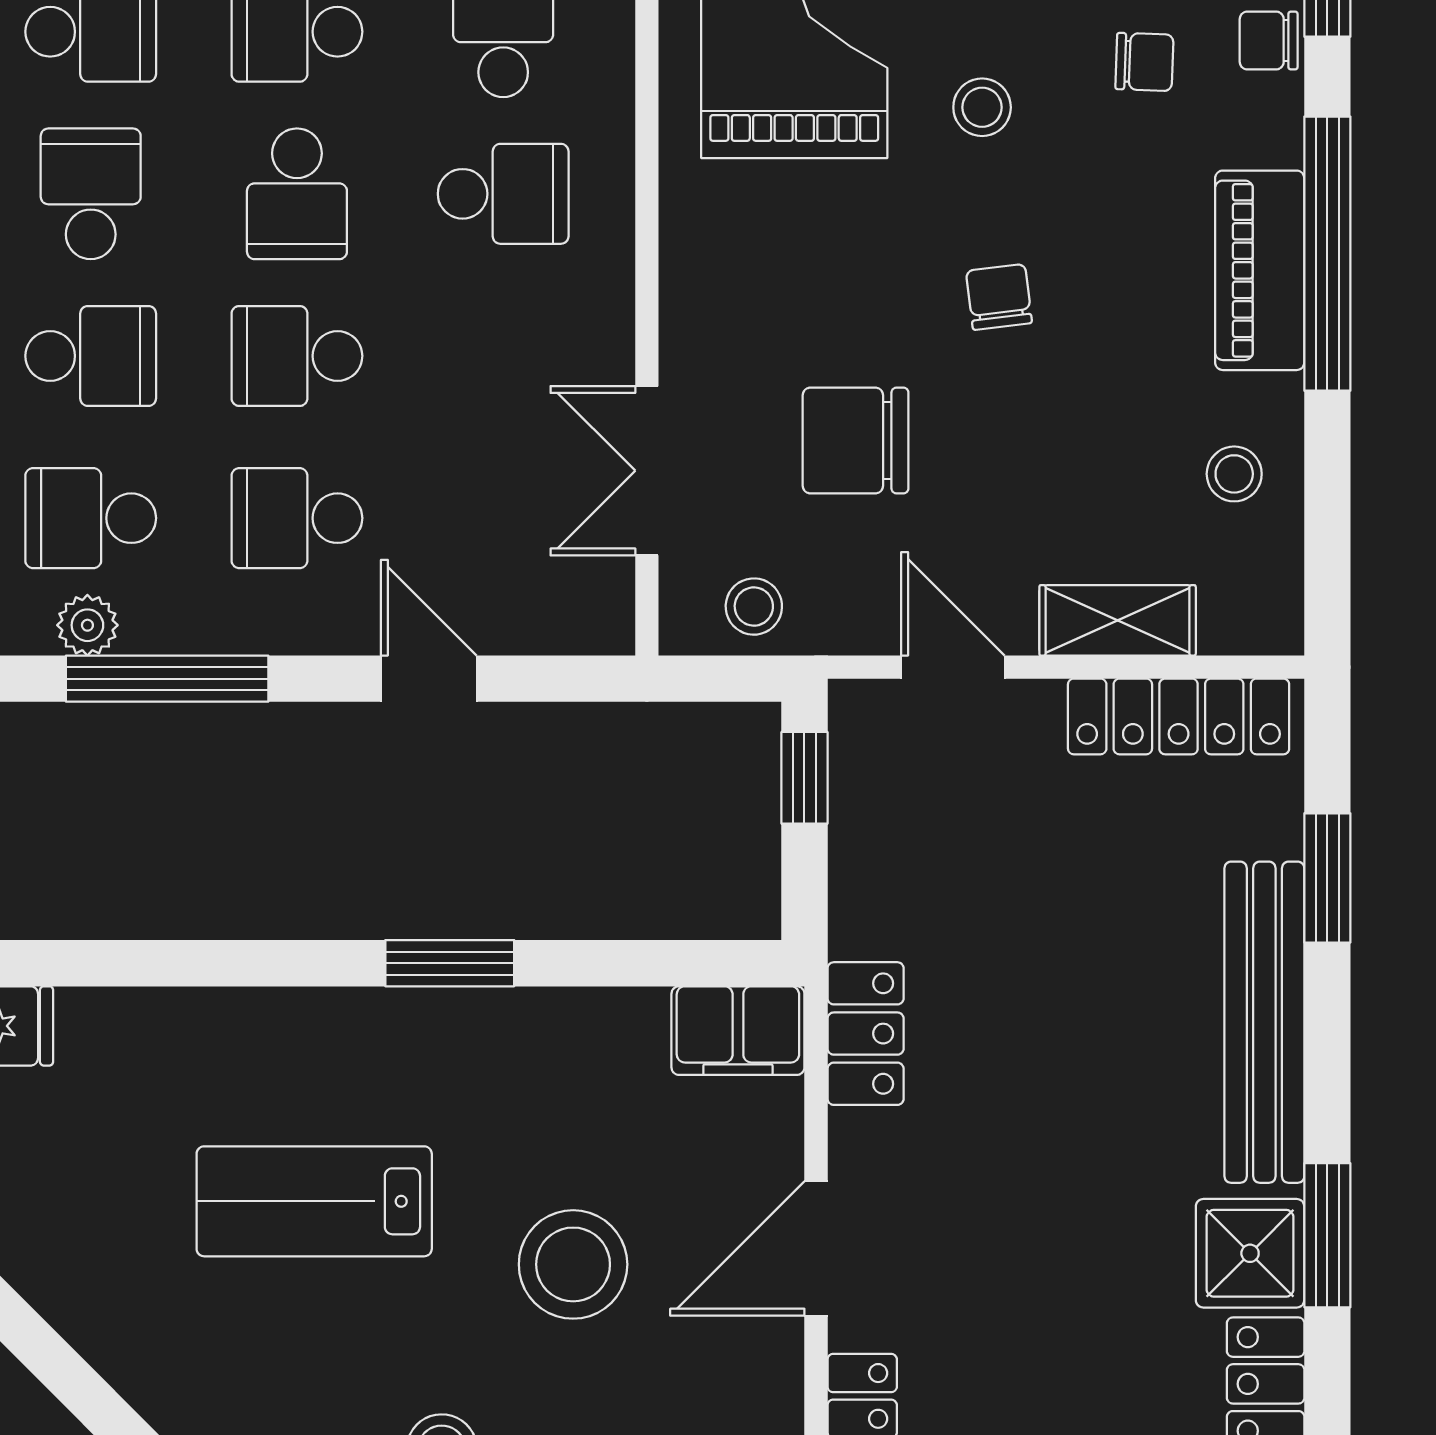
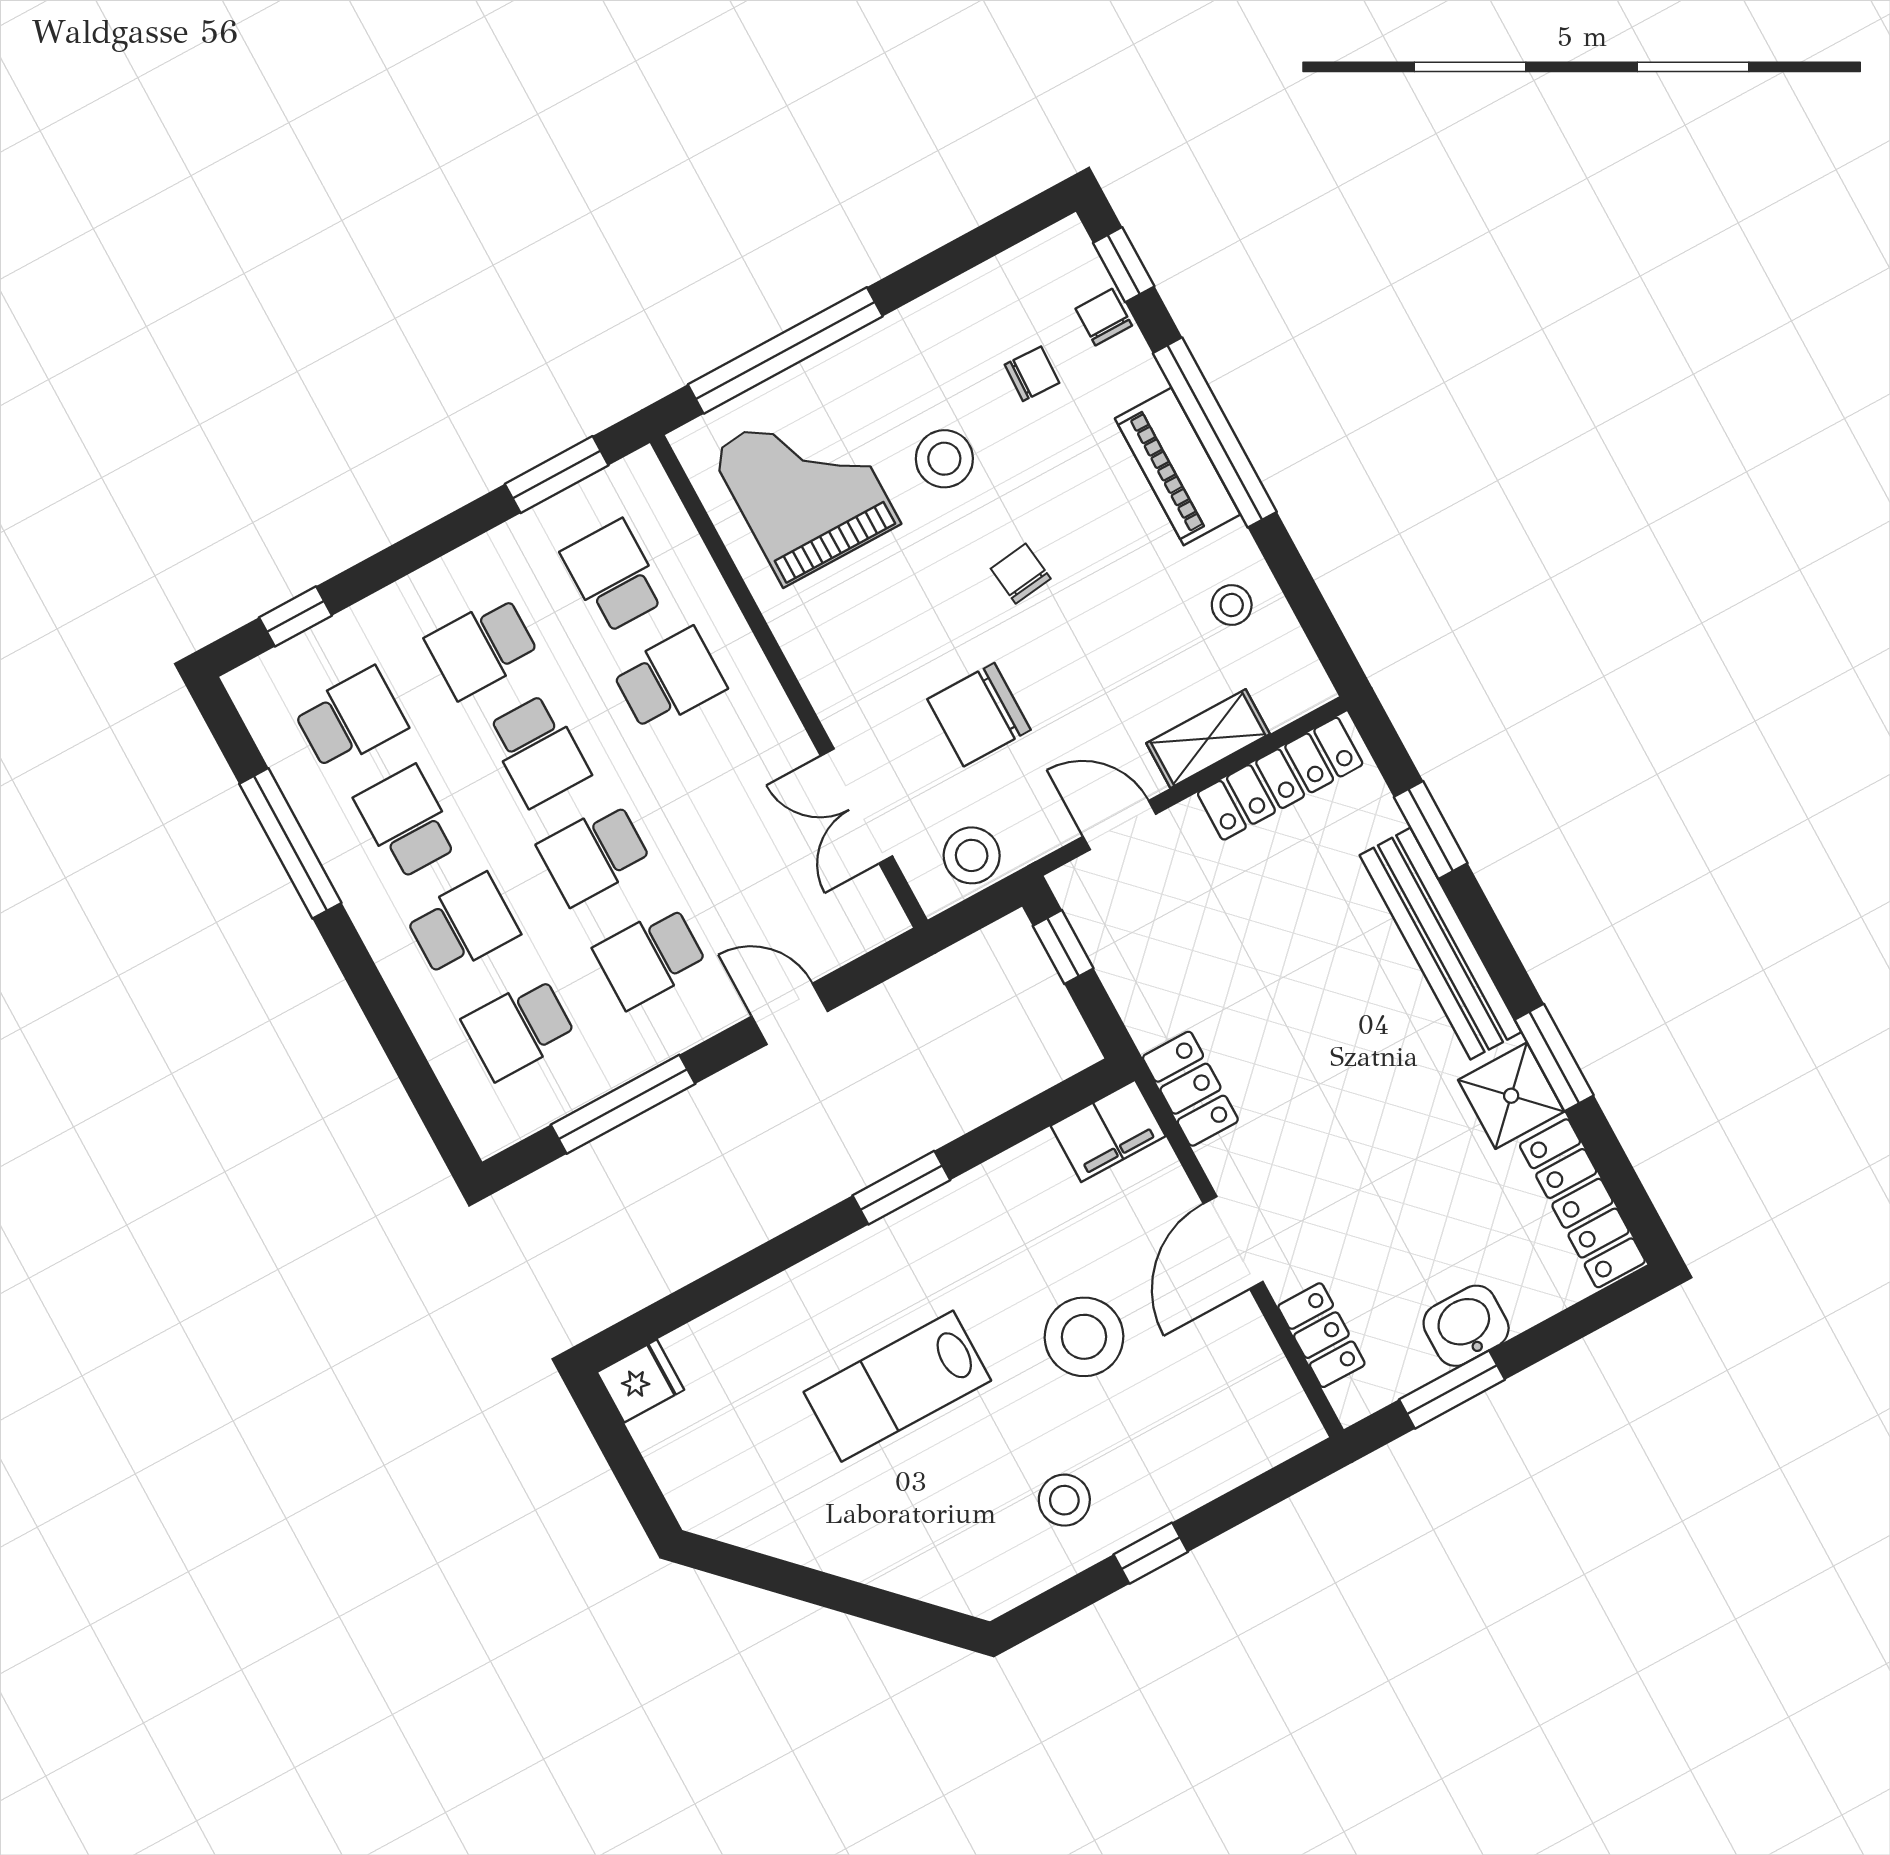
chair: (1269, 41) -> (1104, 317), turned 90
stool: (982, 107) -> (944, 459), width x1.37, depth x1.37
stool: (754, 607) -> (972, 855), width x1.37, depth x1.37
plant: (87, 625) -> (554, 1098), removed

